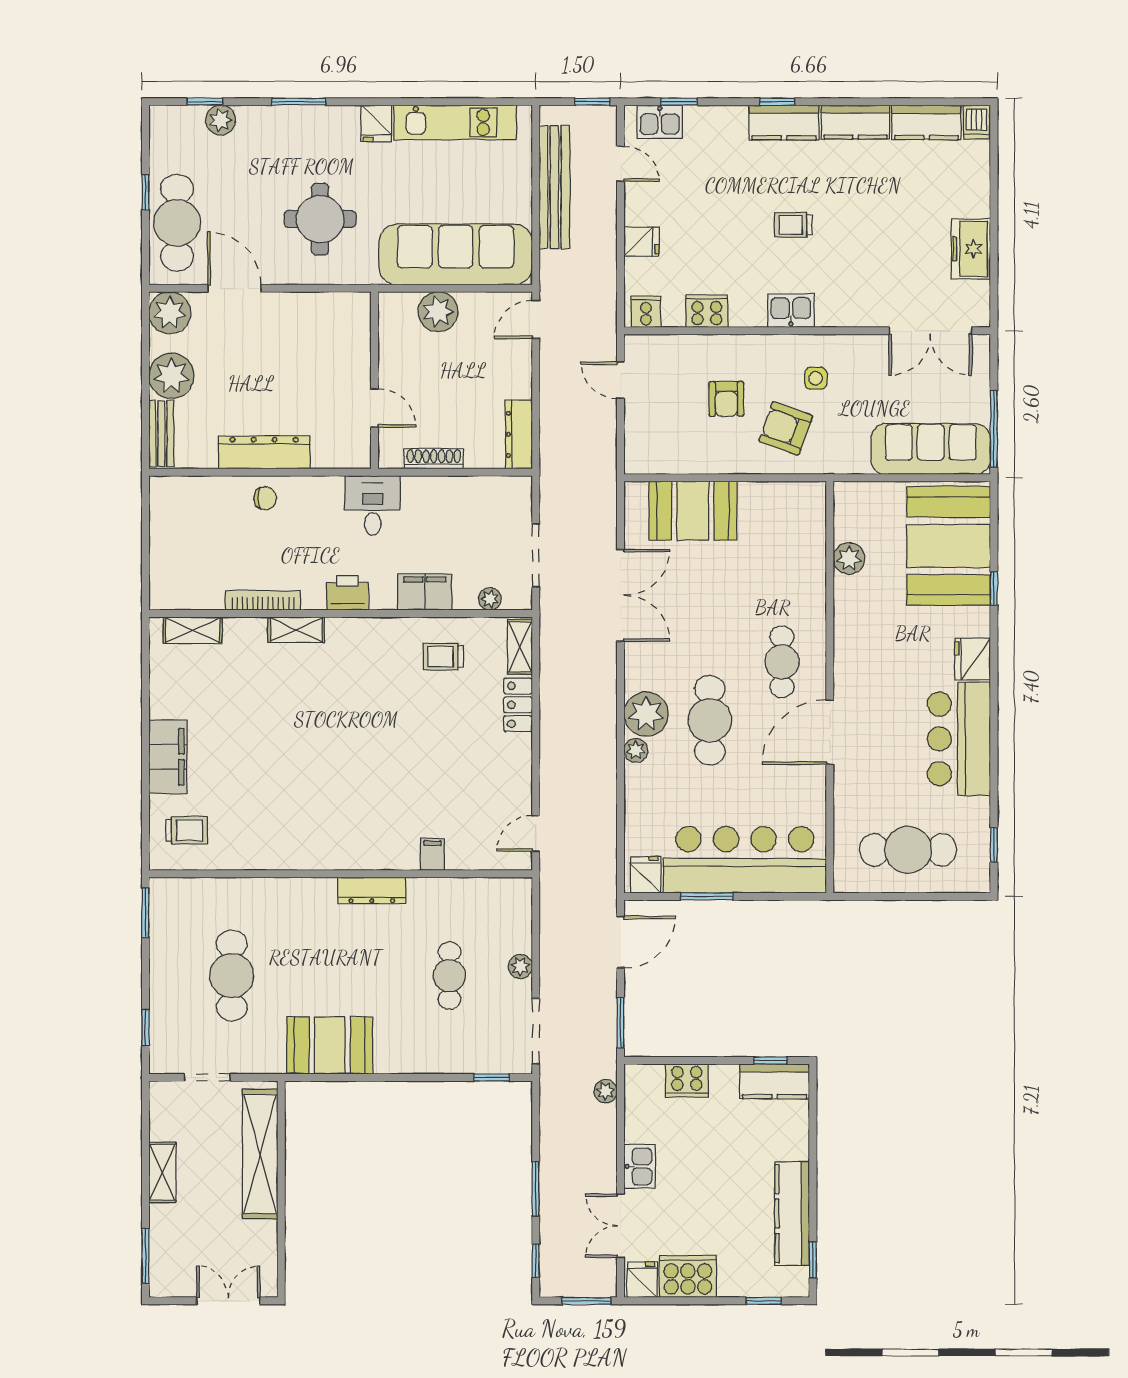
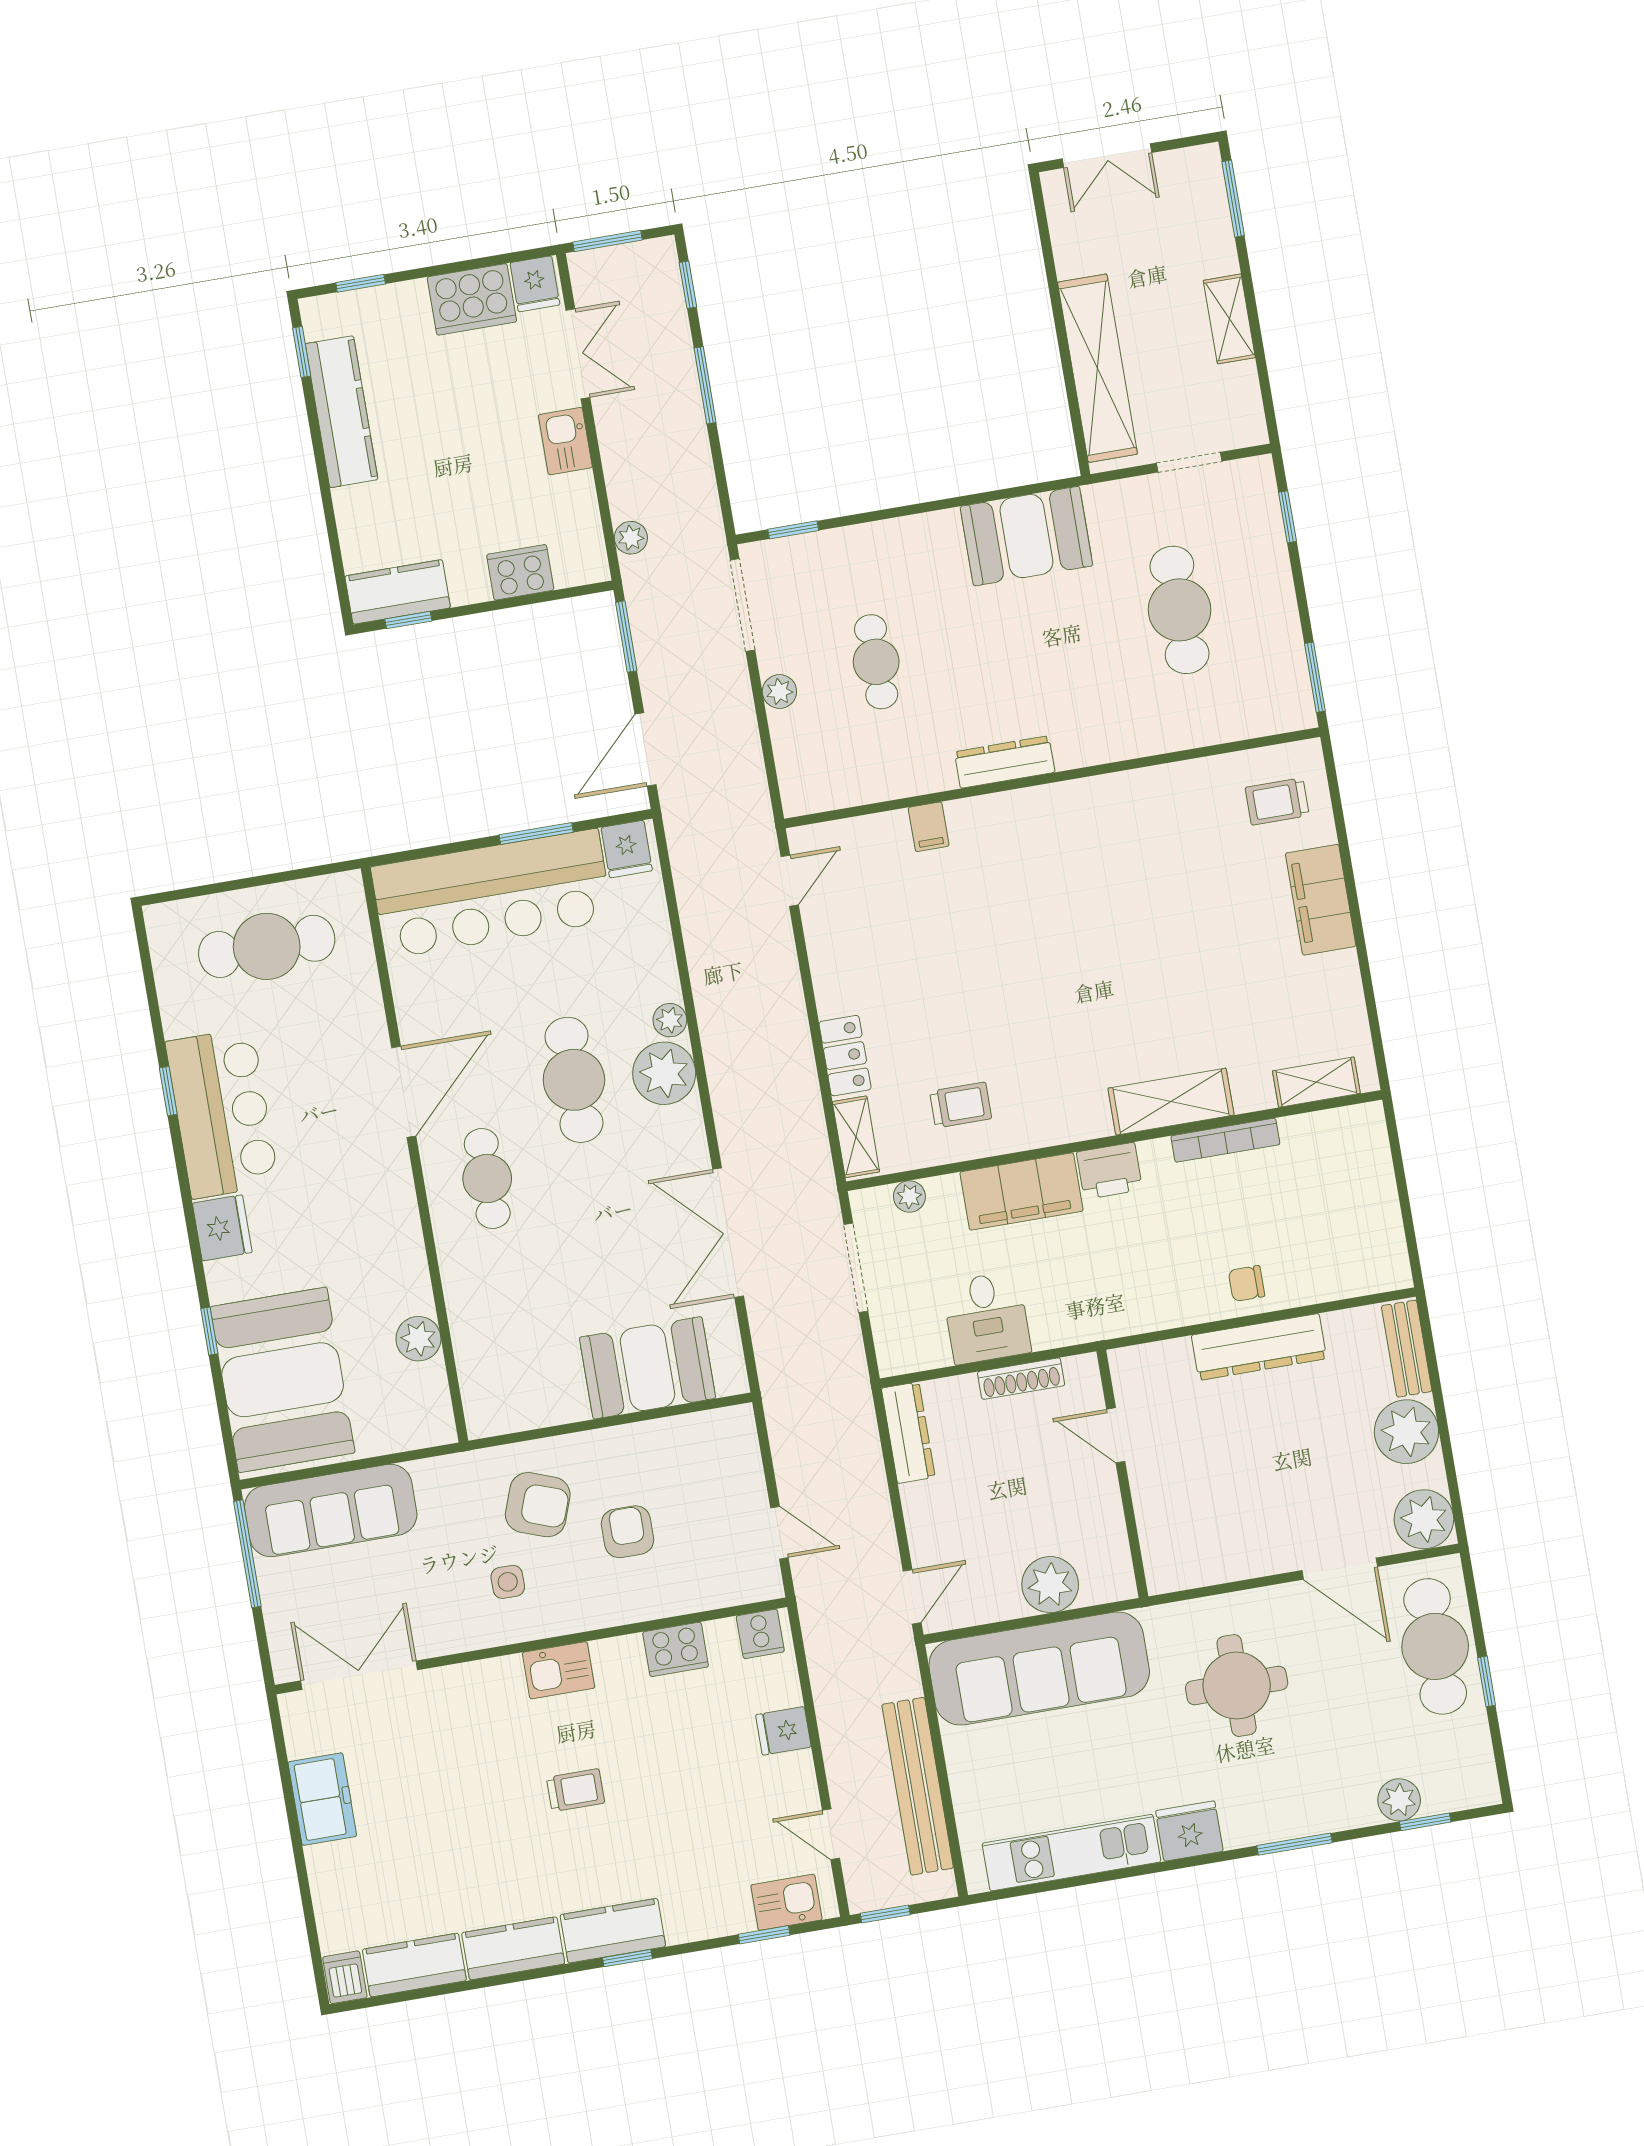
fridge: (376, 123) -> (1189, 1831), width x1.38
desk: (373, 505) -> (986, 1318), moved
filing cabinet: (425, 592) -> (1021, 1191), width x1.50, depth x1.17
shelving: (296, 630) -> (1171, 1102), width x1.50, depth x1.33
window: (994, 845) -> (168, 1091), moved

